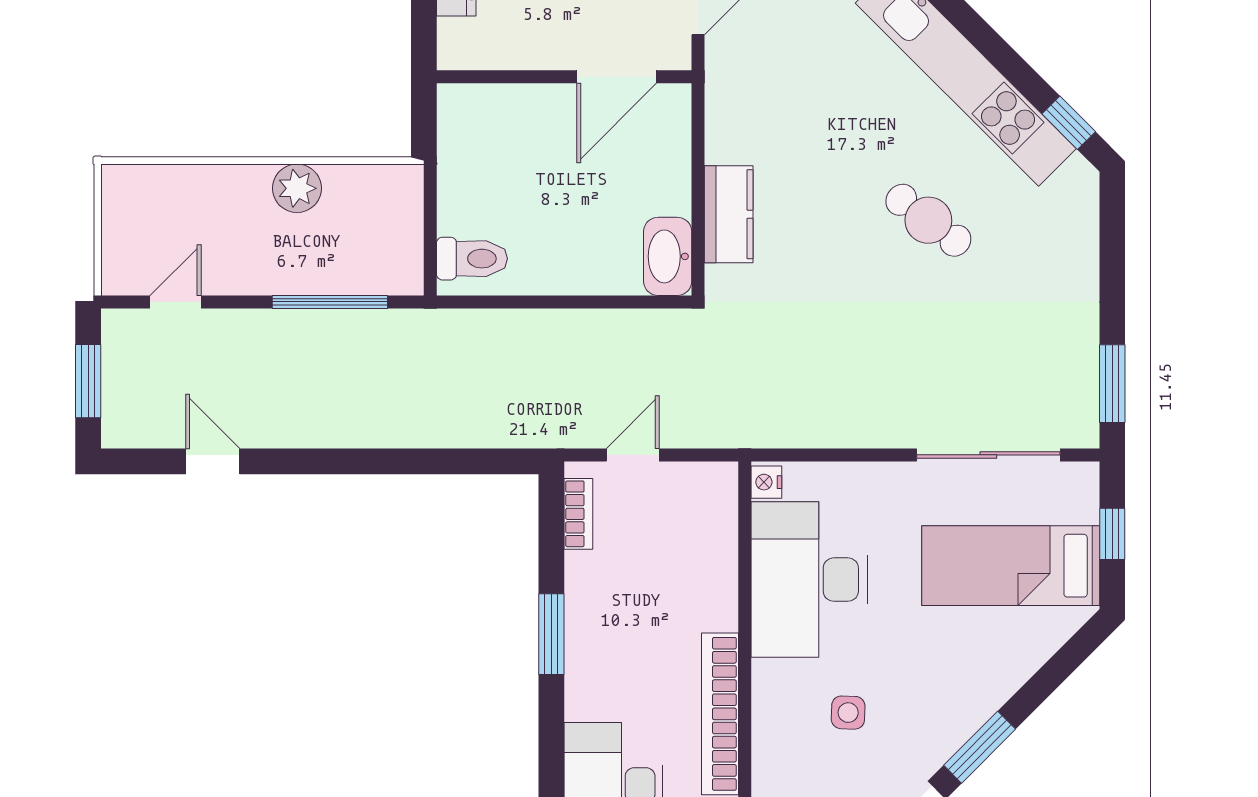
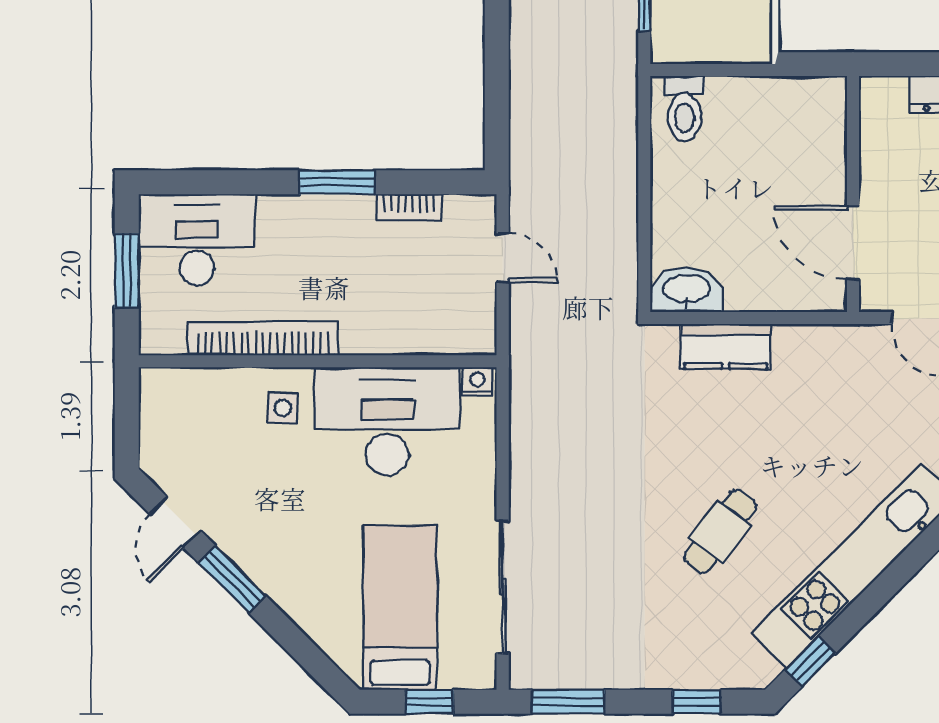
window: (1112, 246) -> (696, 702), added
bookcase: (578, 514) -> (409, 207), moved
side table: (848, 713) -> (283, 408), moved

